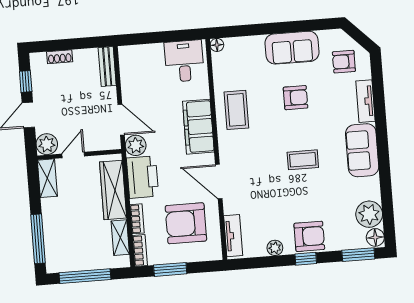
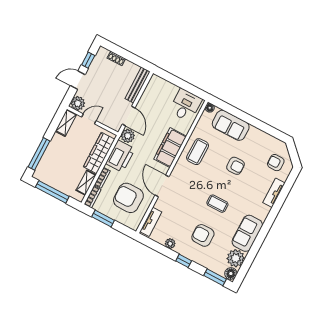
sofa: (292, 48) -> (231, 125), moved
bench: (107, 67) -> (138, 85), width x1.36
sofa: (362, 150) -> (247, 233), moved
armchair: (309, 236) -> (203, 235), moved, turned 180

